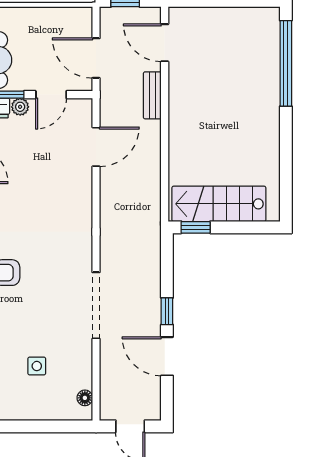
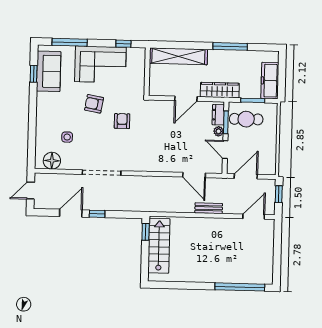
bench: (152, 95) -> (209, 208), moved
floor lamp: (85, 398) -> (52, 161), width x1.89, depth x1.89

